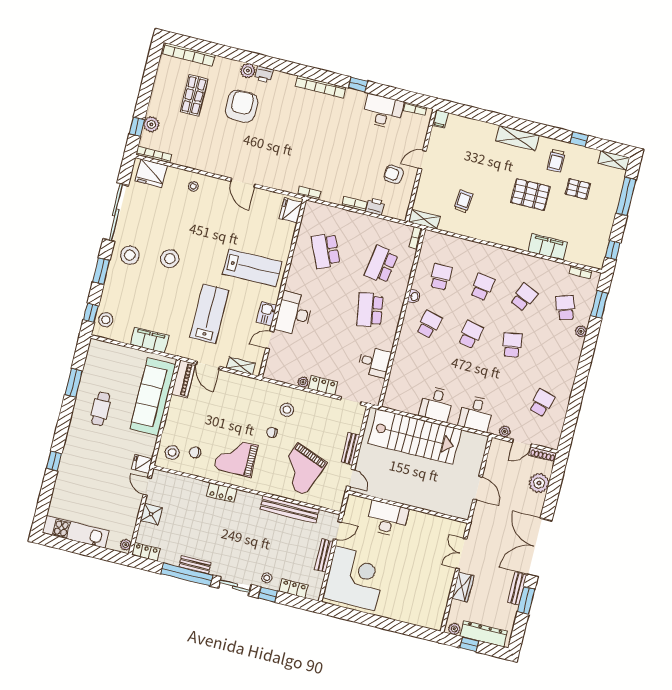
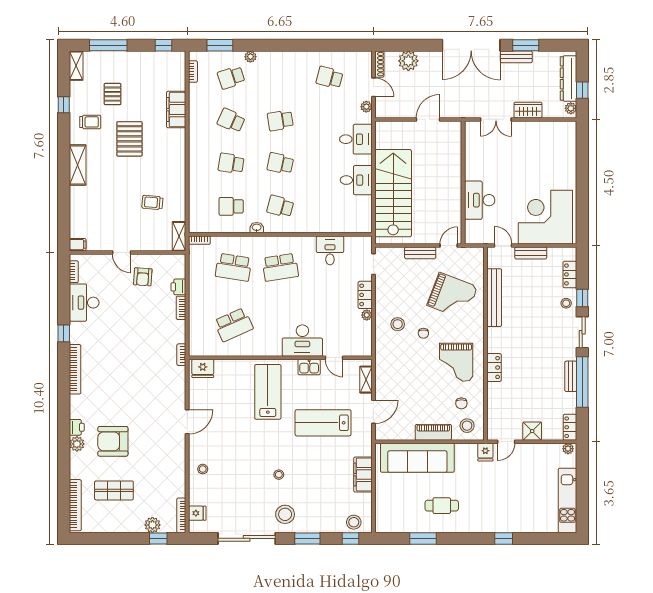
fridge: (151, 173) -> (197, 513), width x0.53, depth x0.75
stool: (170, 259) -> (279, 475), width x0.53, depth x0.53
piano: (183, 379) -> (433, 432), moved

